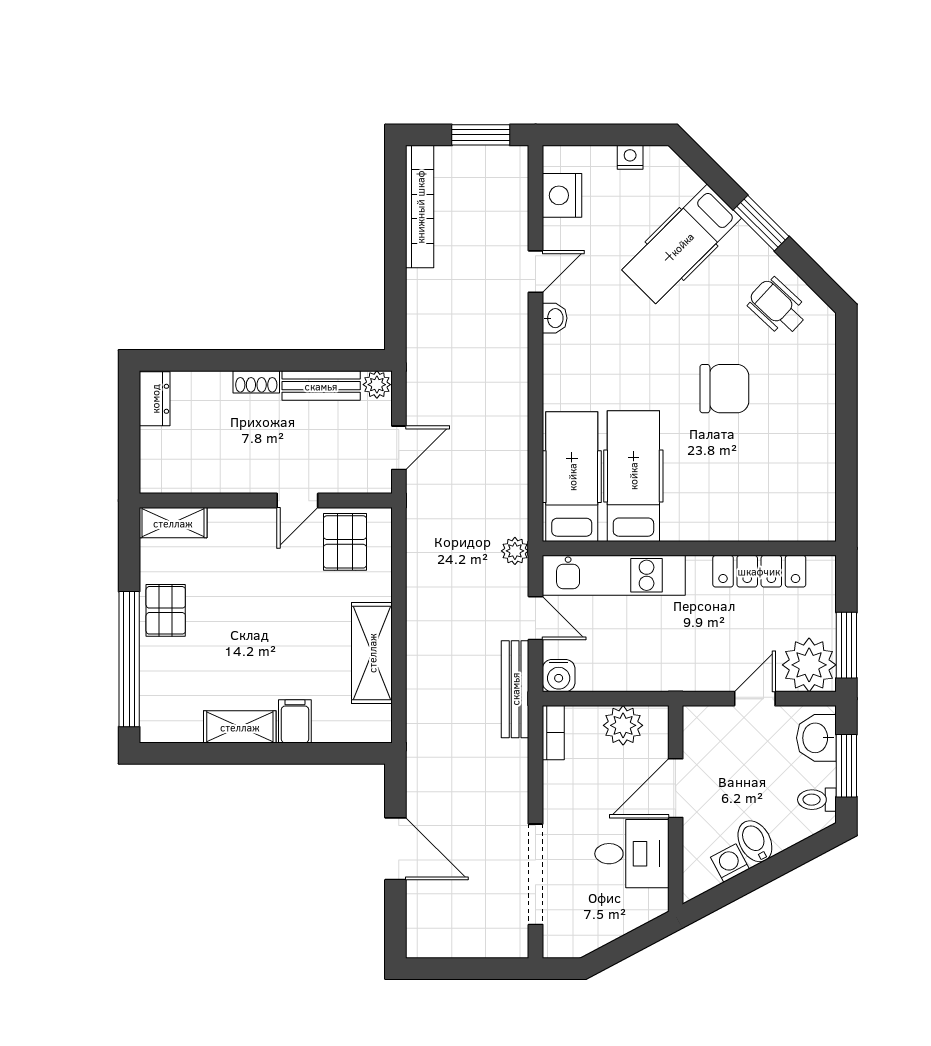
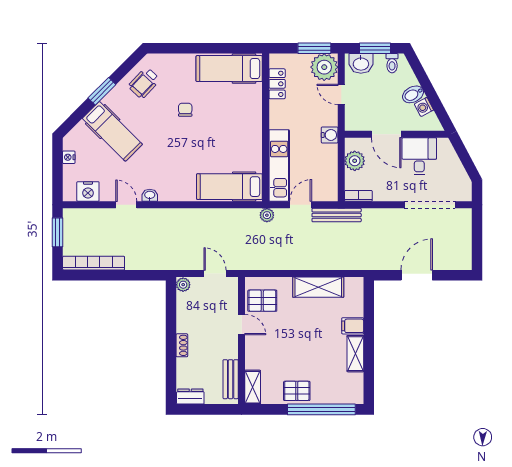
bench: (321, 386) -> (231, 379), moved
chair: (724, 389) -> (185, 110), width x0.54, depth x0.54
hospital bed: (633, 476) -> (229, 69), moved
locker: (759, 571) -> (277, 84), width x0.66
water cooler: (559, 676) -> (330, 135), moved

